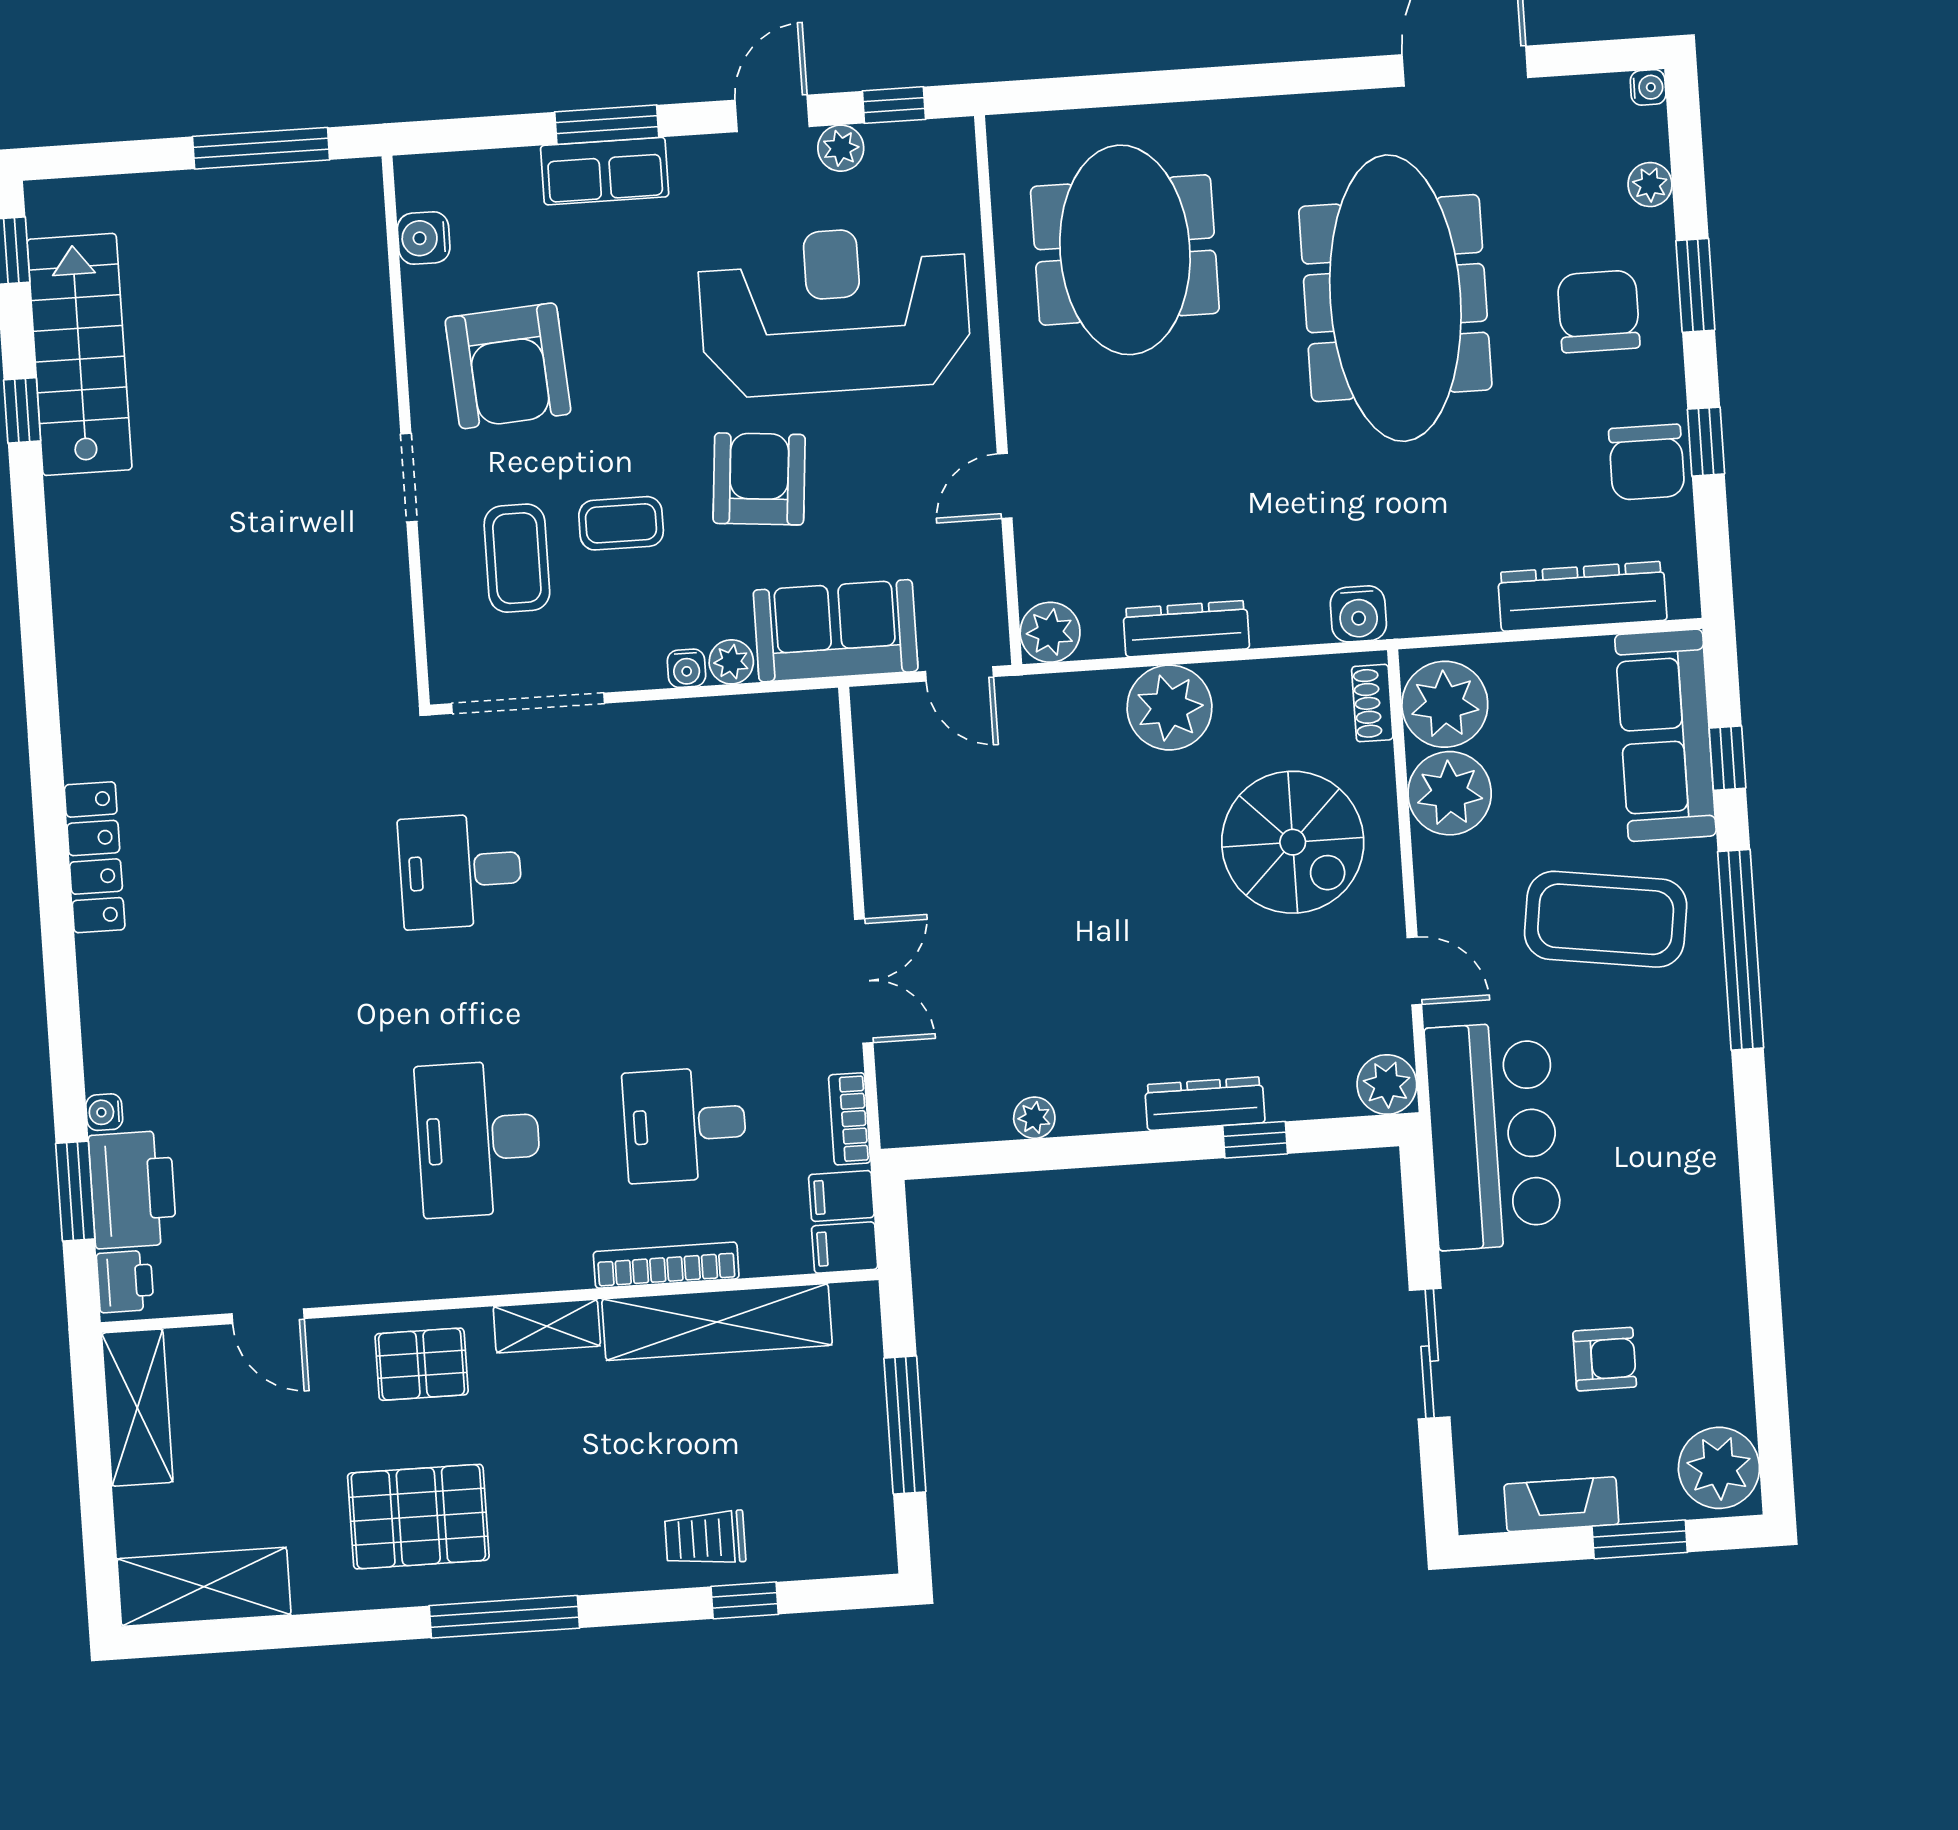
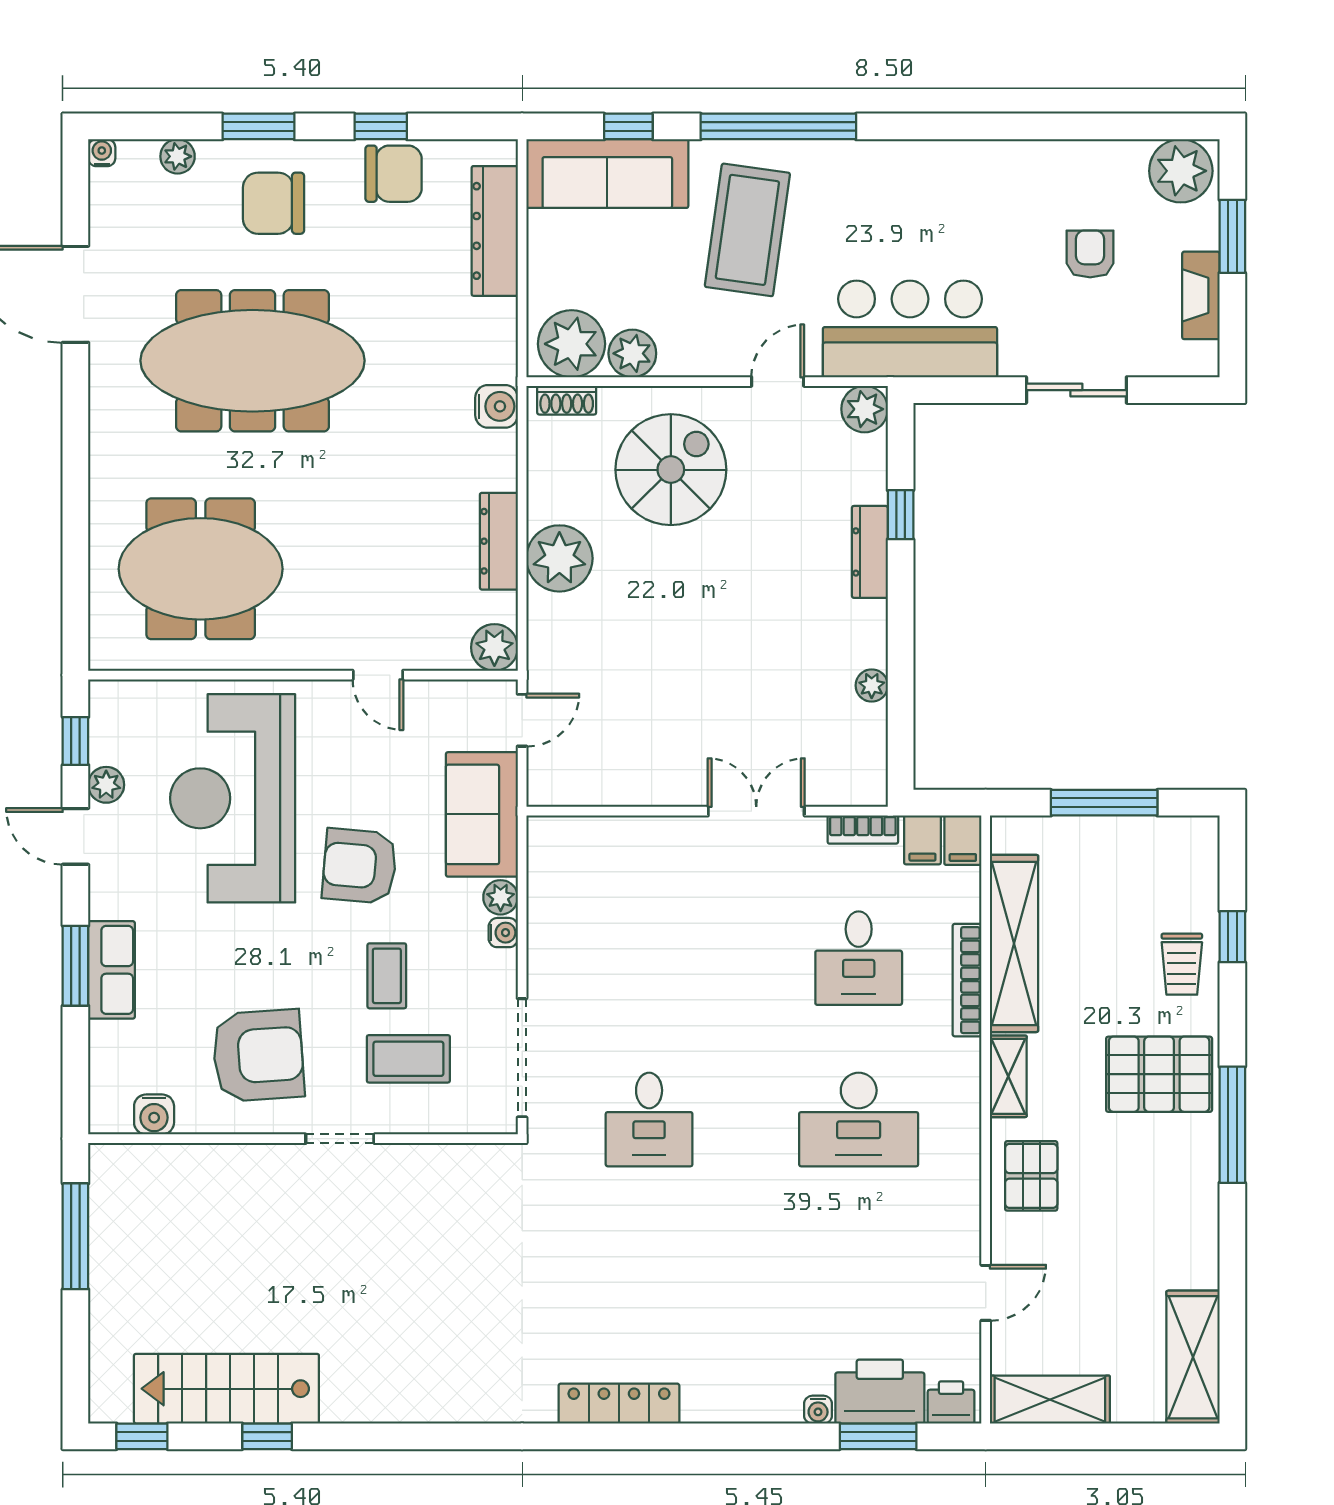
plant: (1450, 793) -> (632, 353), width x0.73, depth x0.73
pallet: (418, 1517) -> (1159, 1074), moved, turned 90

